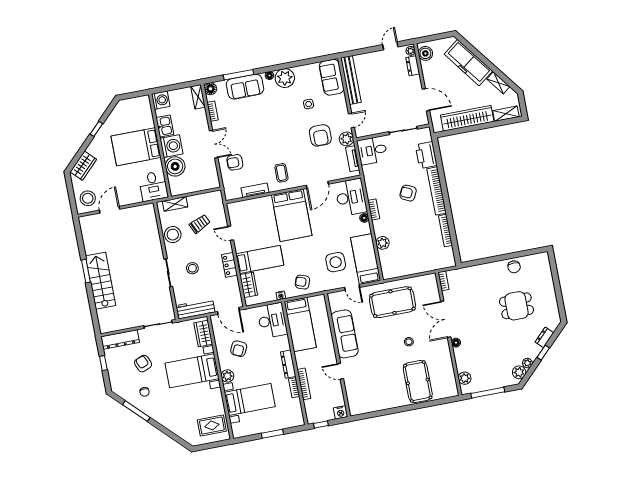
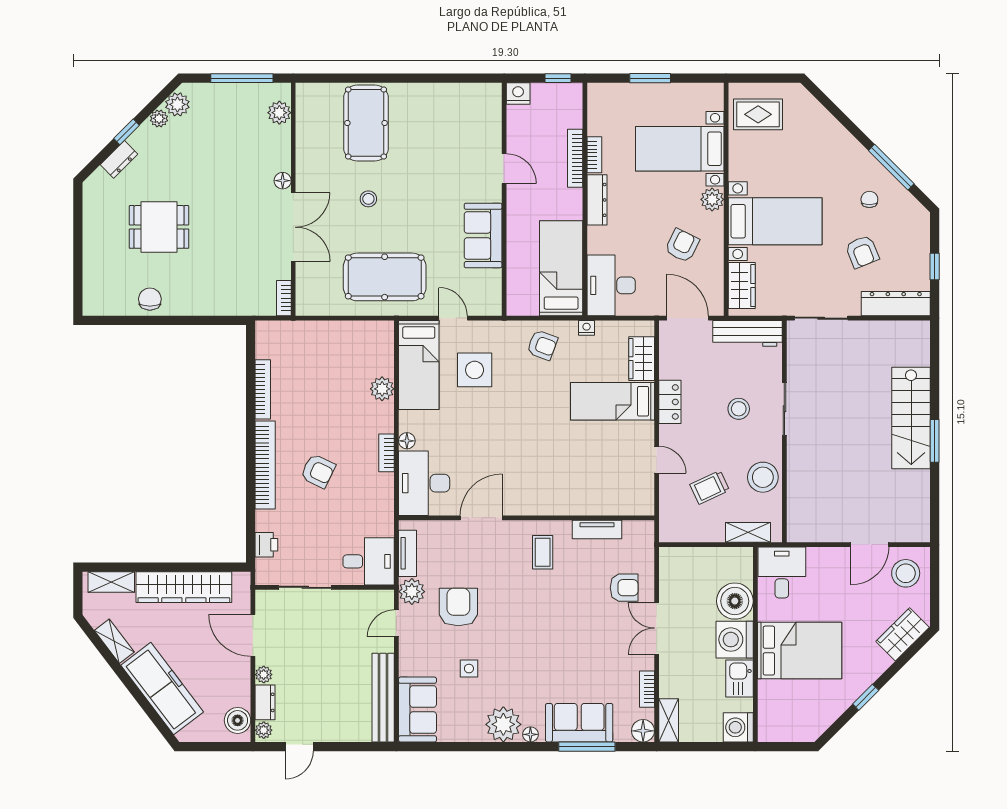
plant: (416, 80) -> (264, 675), added
printer: (426, 155) -> (266, 545), width x0.53, depth x0.68
bed: (292, 215) -> (539, 471), removed
sofa: (345, 334) -> (483, 235), width x0.73

